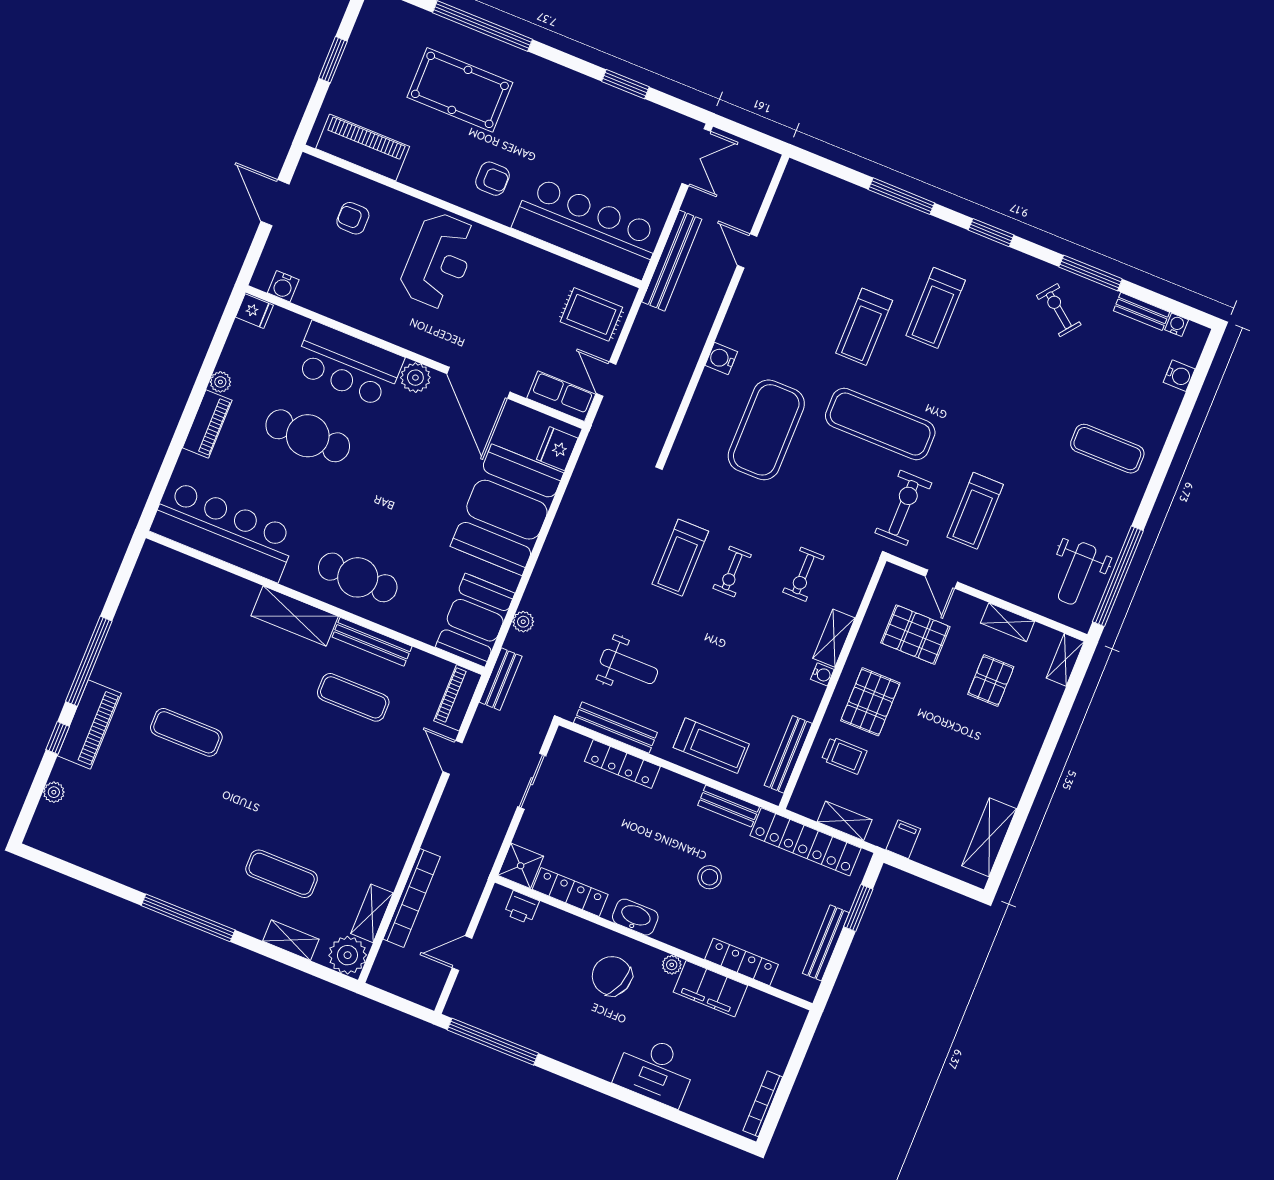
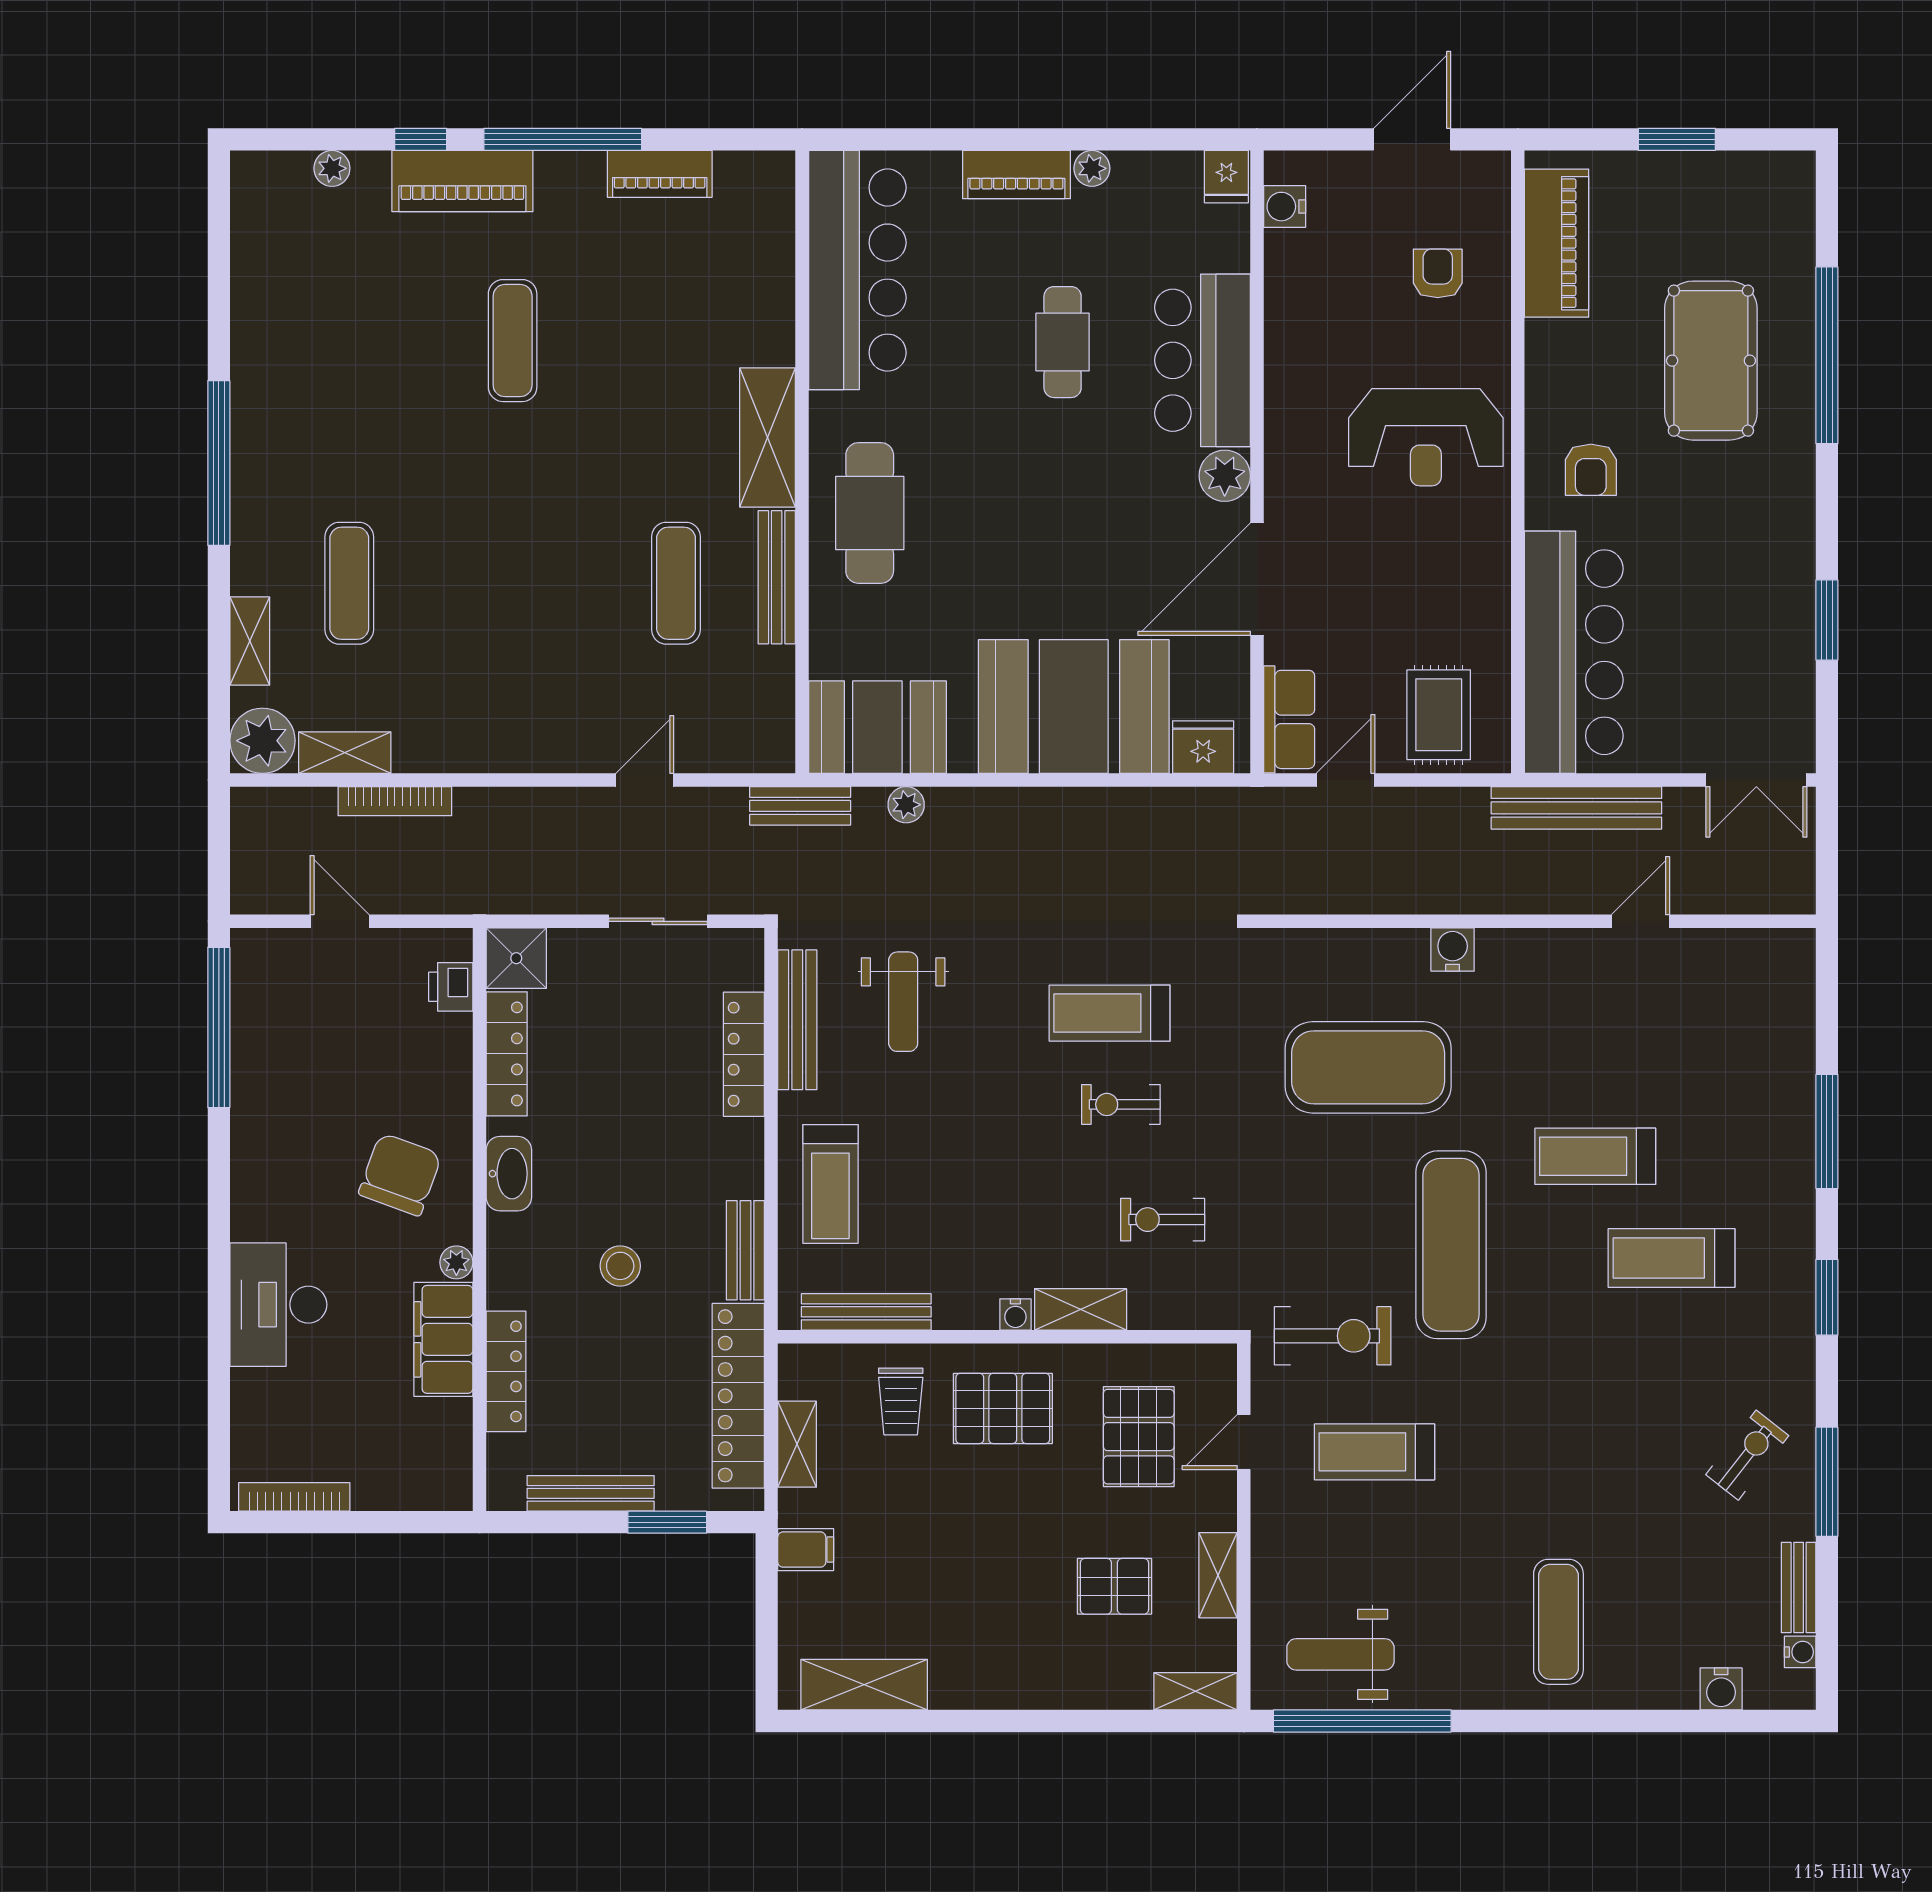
cafe table: (308, 436) -> (1063, 342), width x0.73, depth x0.74
piano: (458, 698) -> (660, 174), moved, turned 180
bookcase: (412, 898) -> (395, 801), width x0.68, depth x0.76

